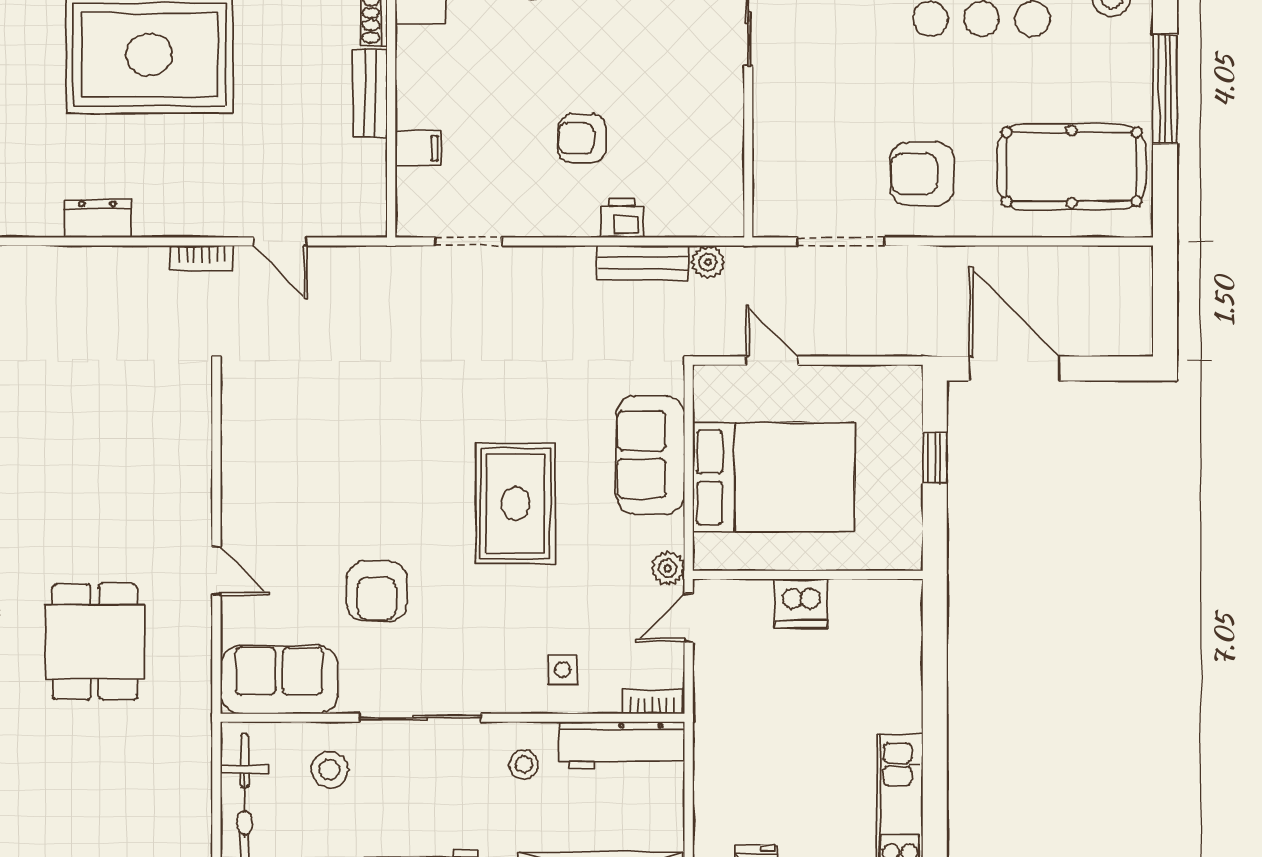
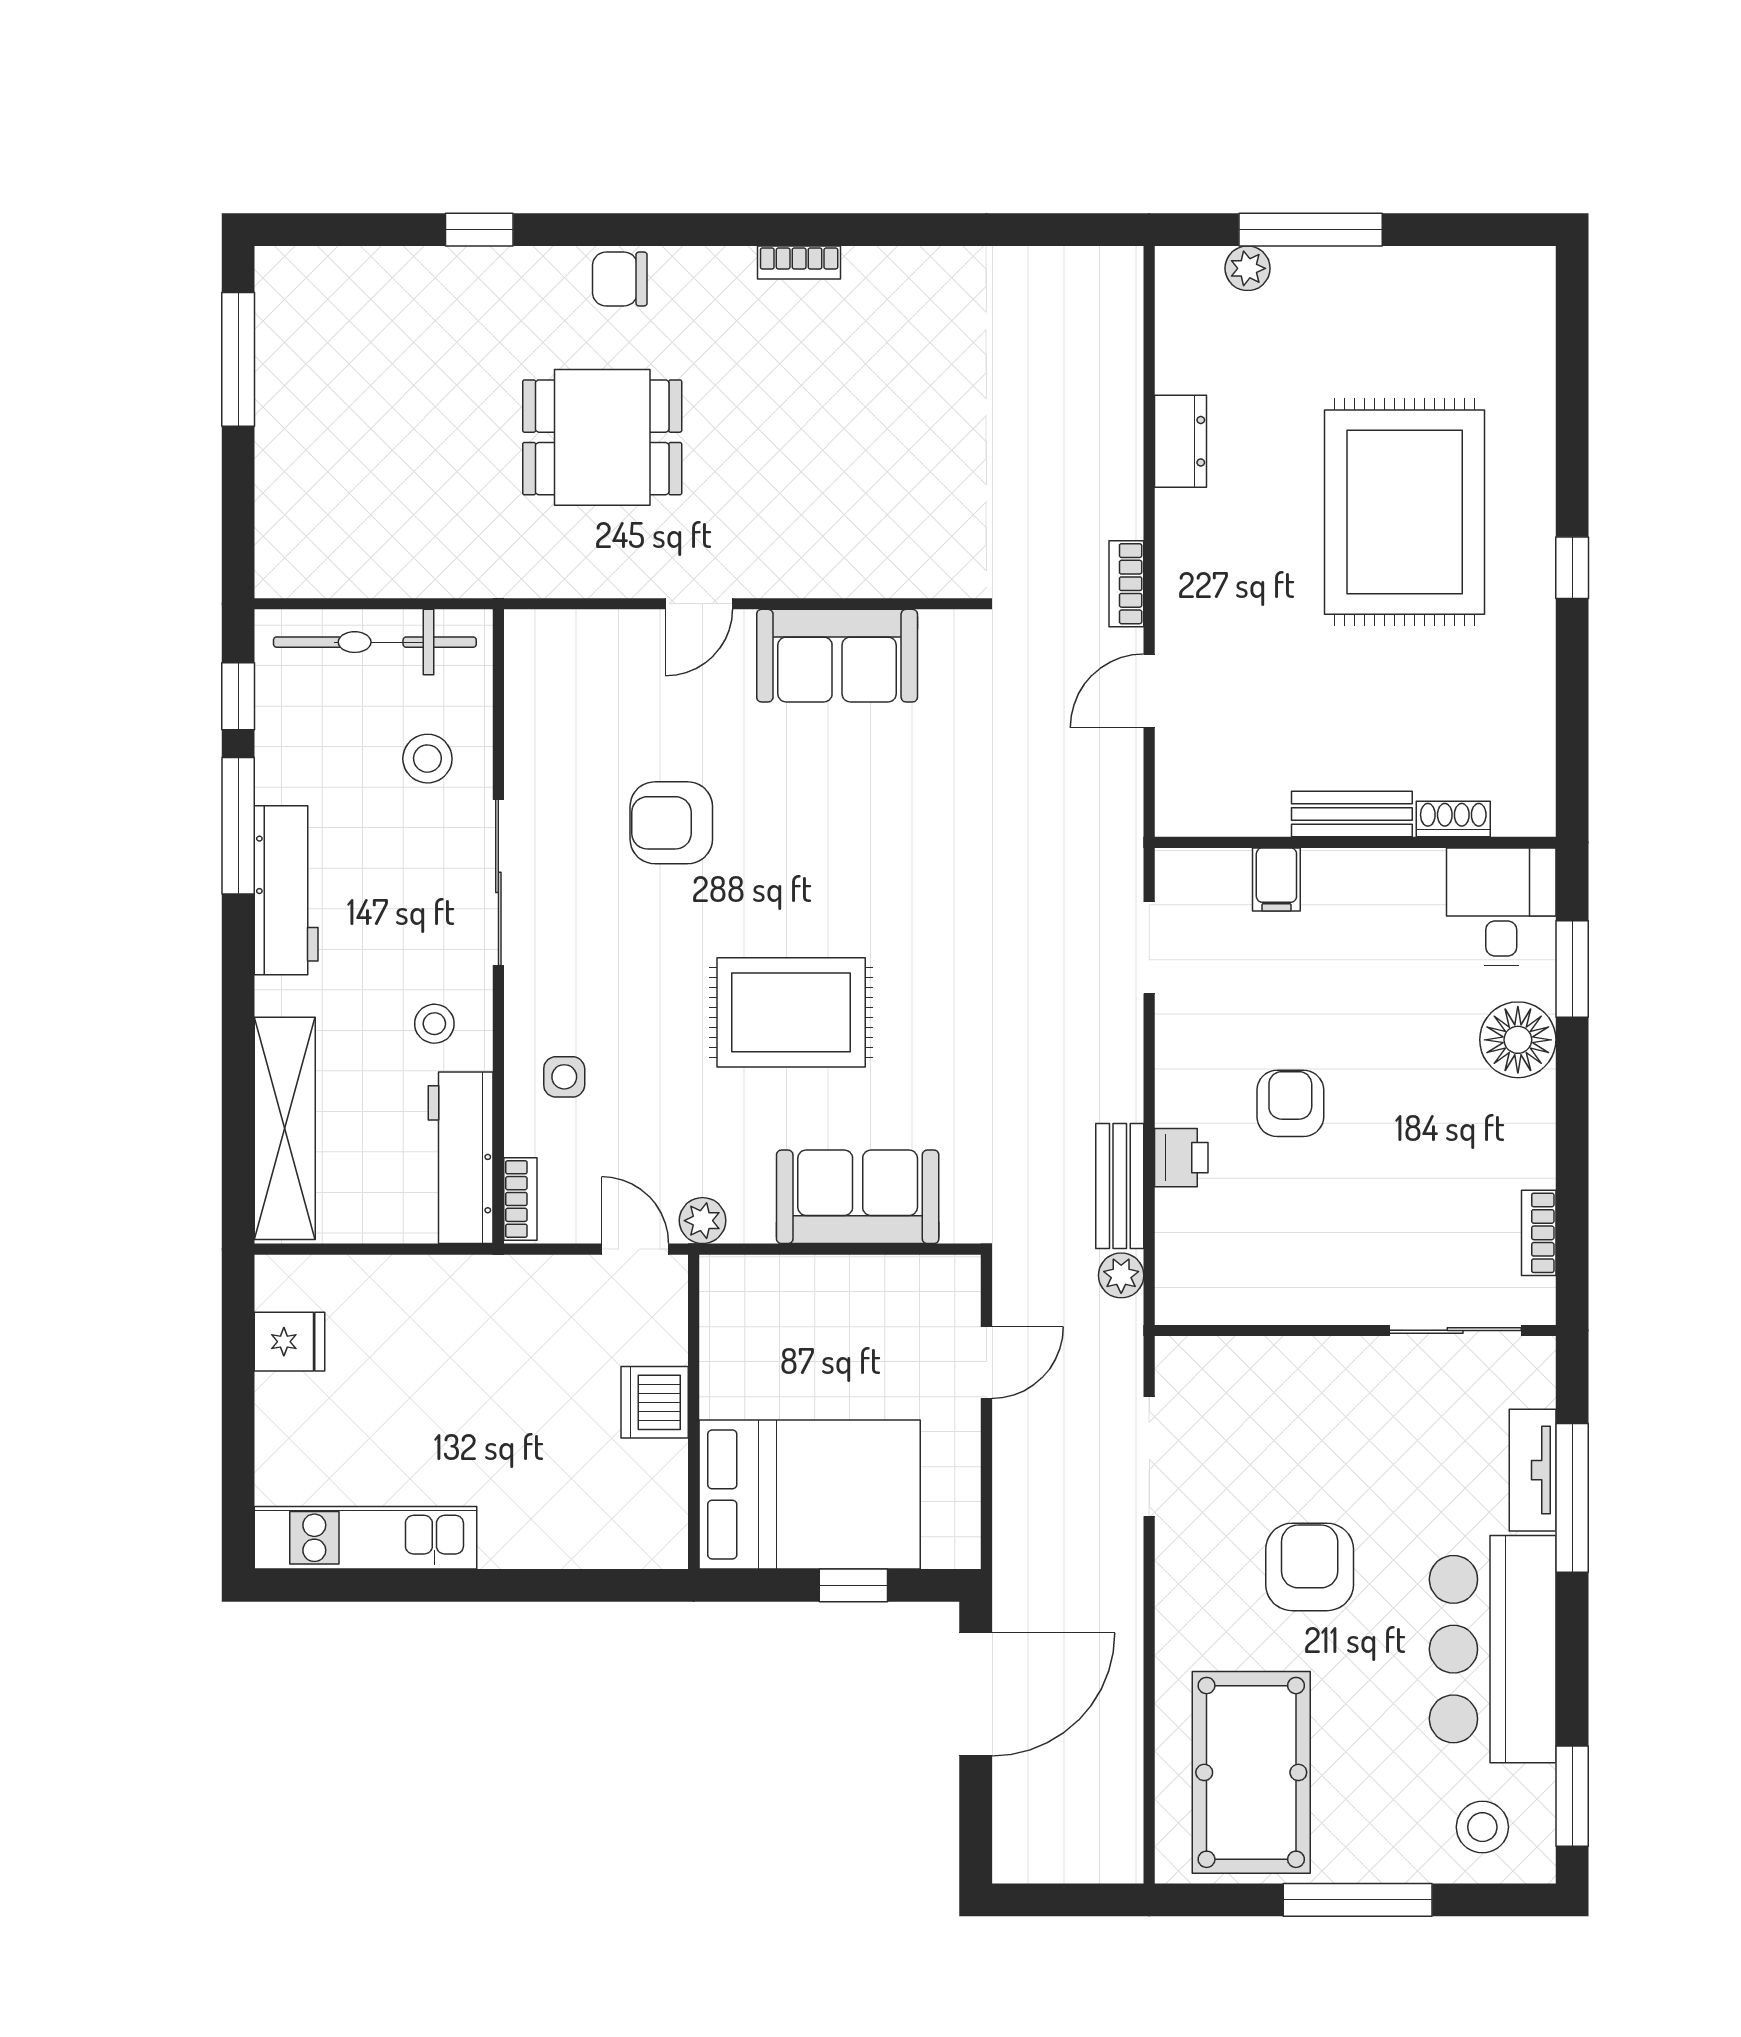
armchair: (922, 174) -> (1310, 1567), moved
bed: (774, 477) -> (810, 1494), moved, turned -90
sofa: (279, 680) -> (837, 656), moved, turned 90

